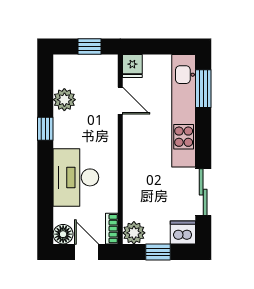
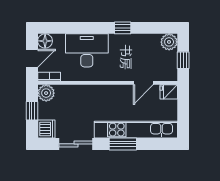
window: (203, 89) -> (123, 144), moved
plant: (64, 100) -> (169, 42), moved

